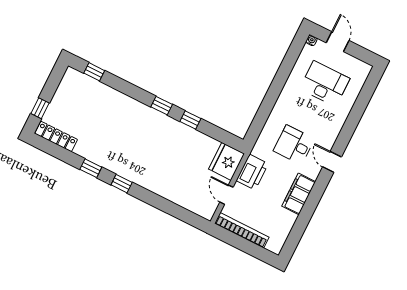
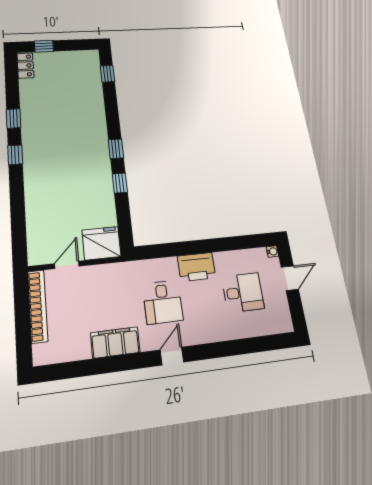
desk: (325, 84) -> (243, 293), width x0.73
locker: (56, 136) -> (25, 66), width x0.66
desk: (294, 145) -> (163, 302), turned 180
printer: (252, 172) -> (197, 267), moved

